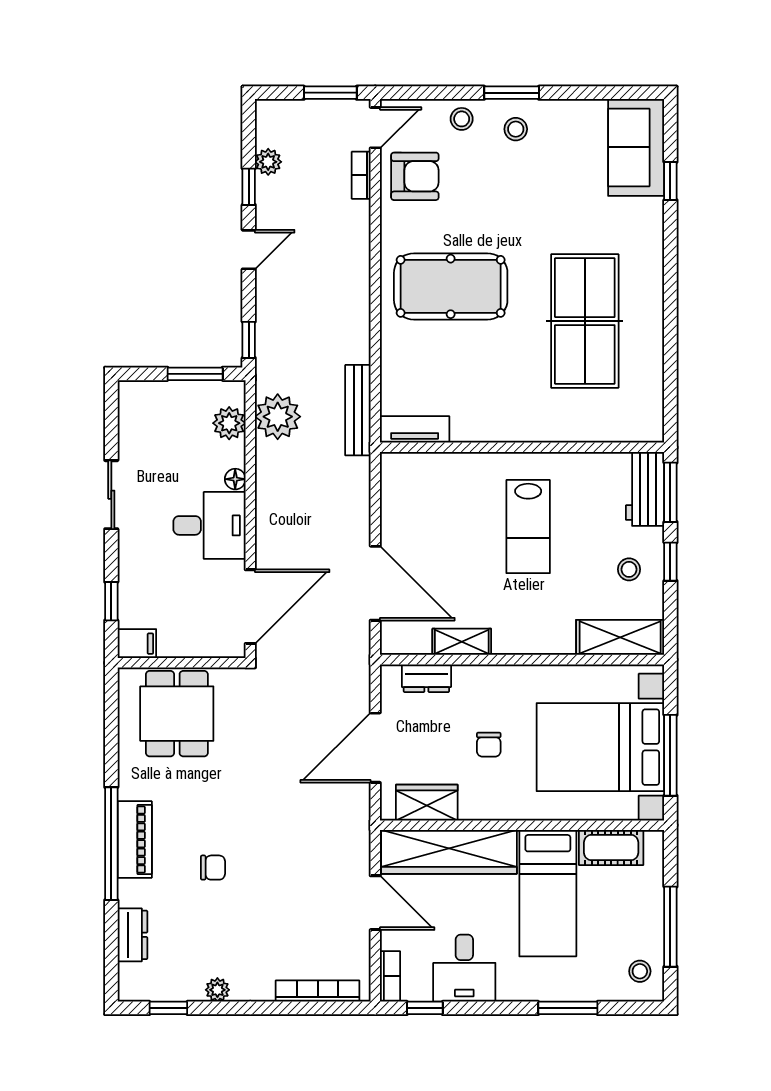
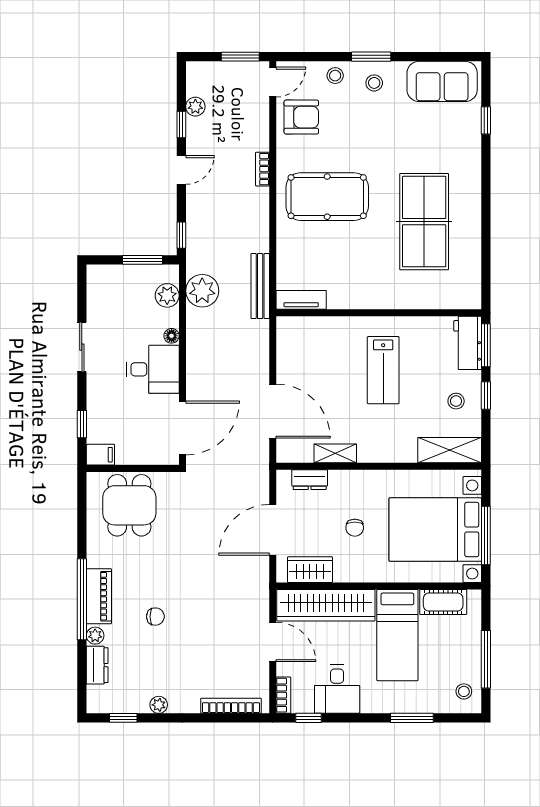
sofa: (636, 147) -> (442, 81), moved, turned -90
bookcase: (361, 175) -> (262, 169), moved
plant: (129, 894) -> (95, 636), added

